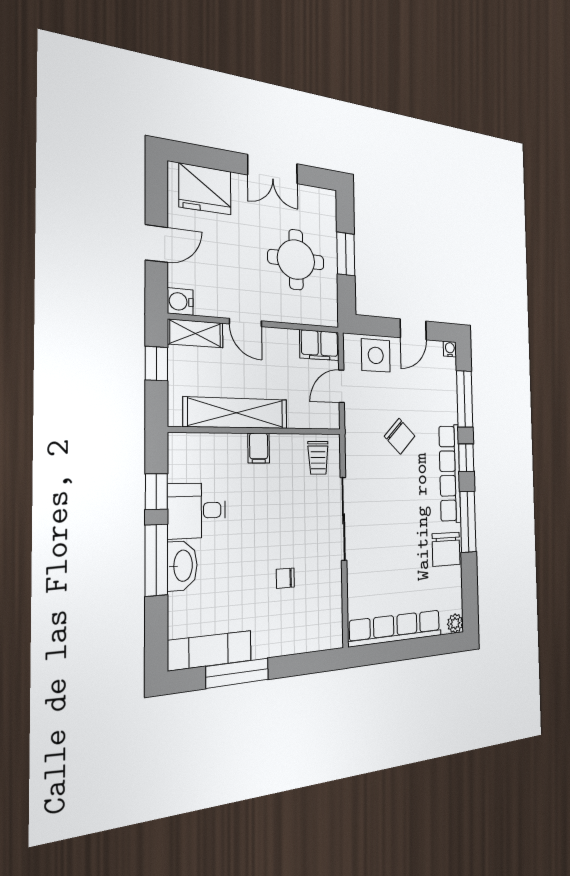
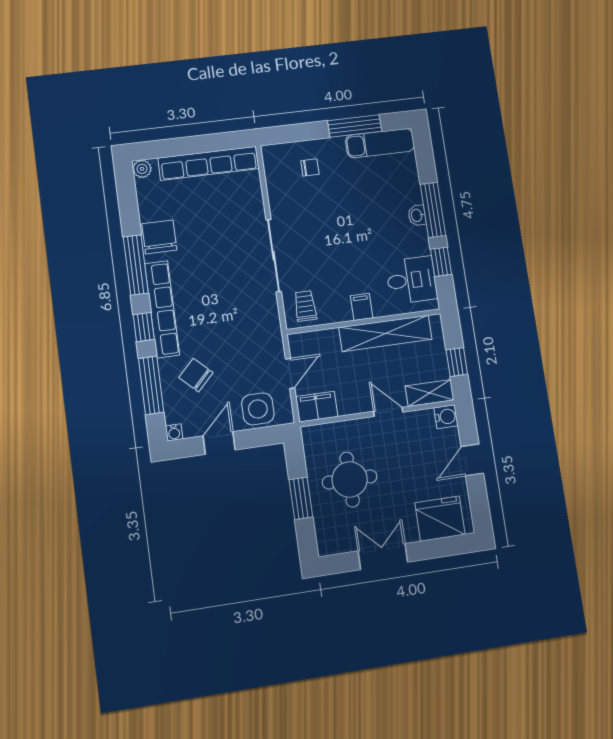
chair: (400, 436) -> (196, 375), moved
desk: (197, 511) -> (411, 280), moved
washbasin: (182, 566) -> (417, 215), width x0.52, depth x0.69
chair: (285, 578) -> (310, 167), moved

